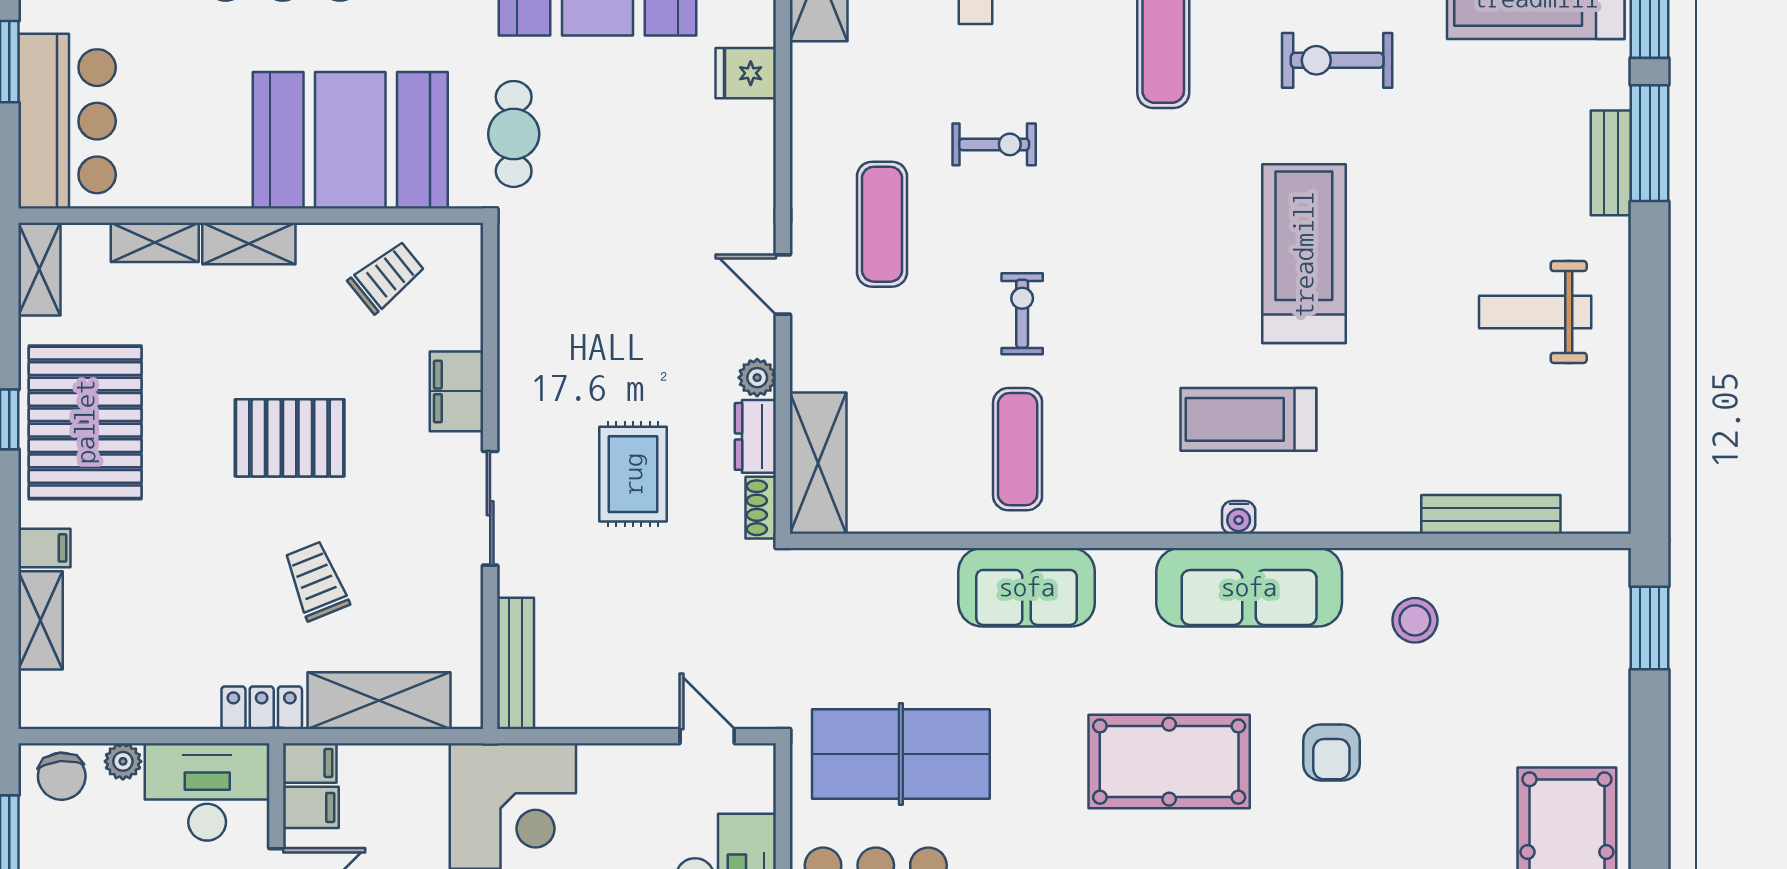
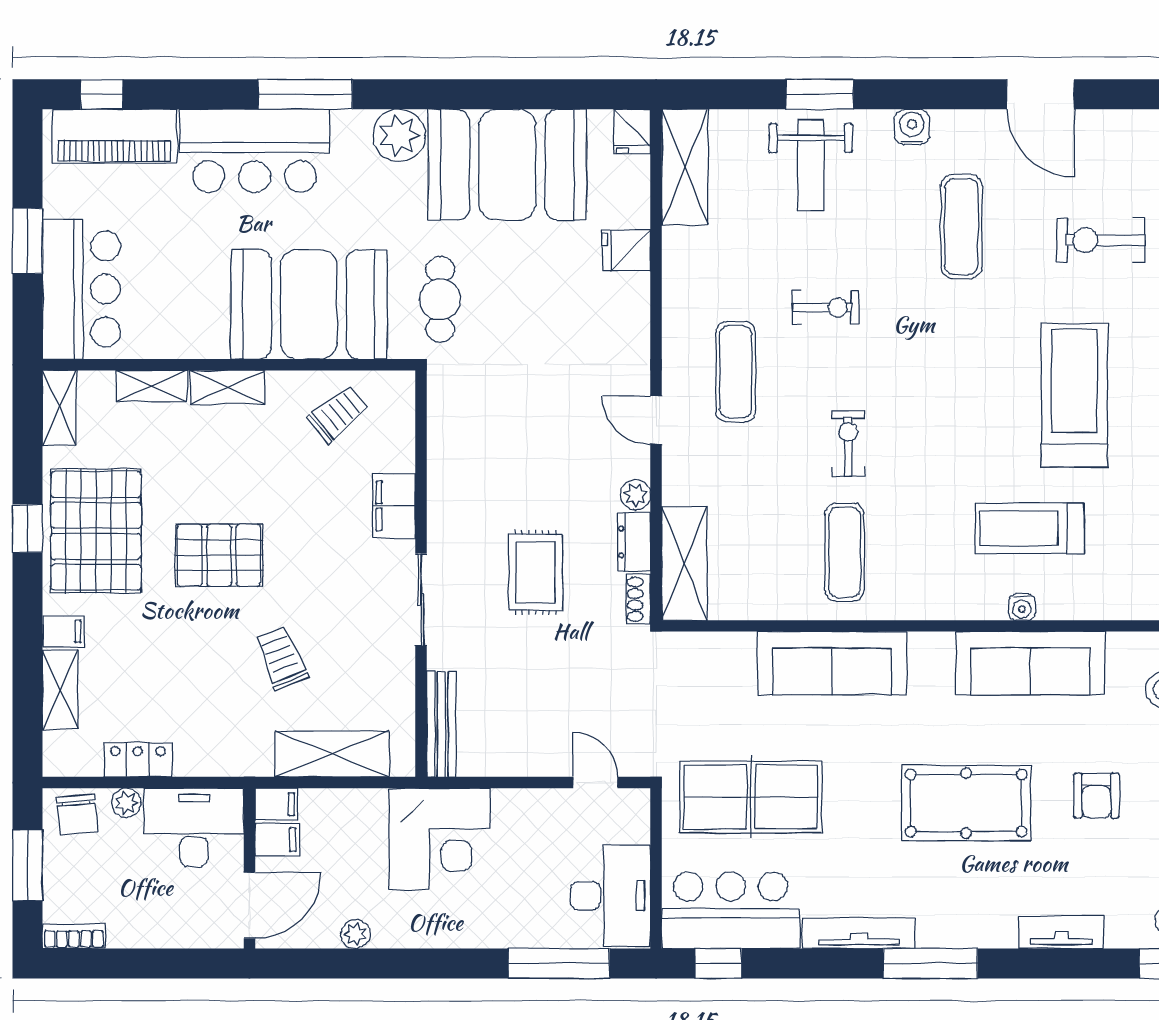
pallet: (290, 438) -> (219, 555), moved
sofa: (1027, 587) -> (832, 663), width x1.36
locker: (262, 708) -> (138, 760), moved

